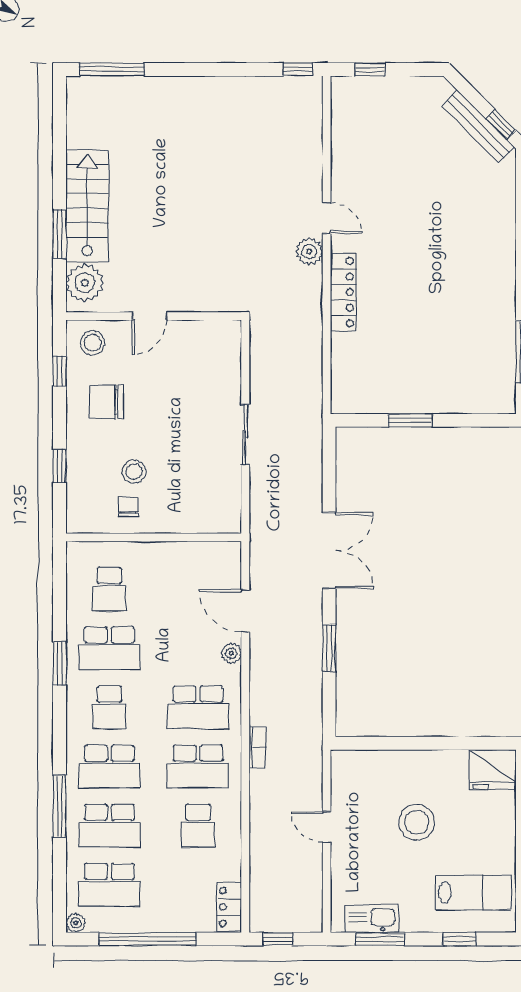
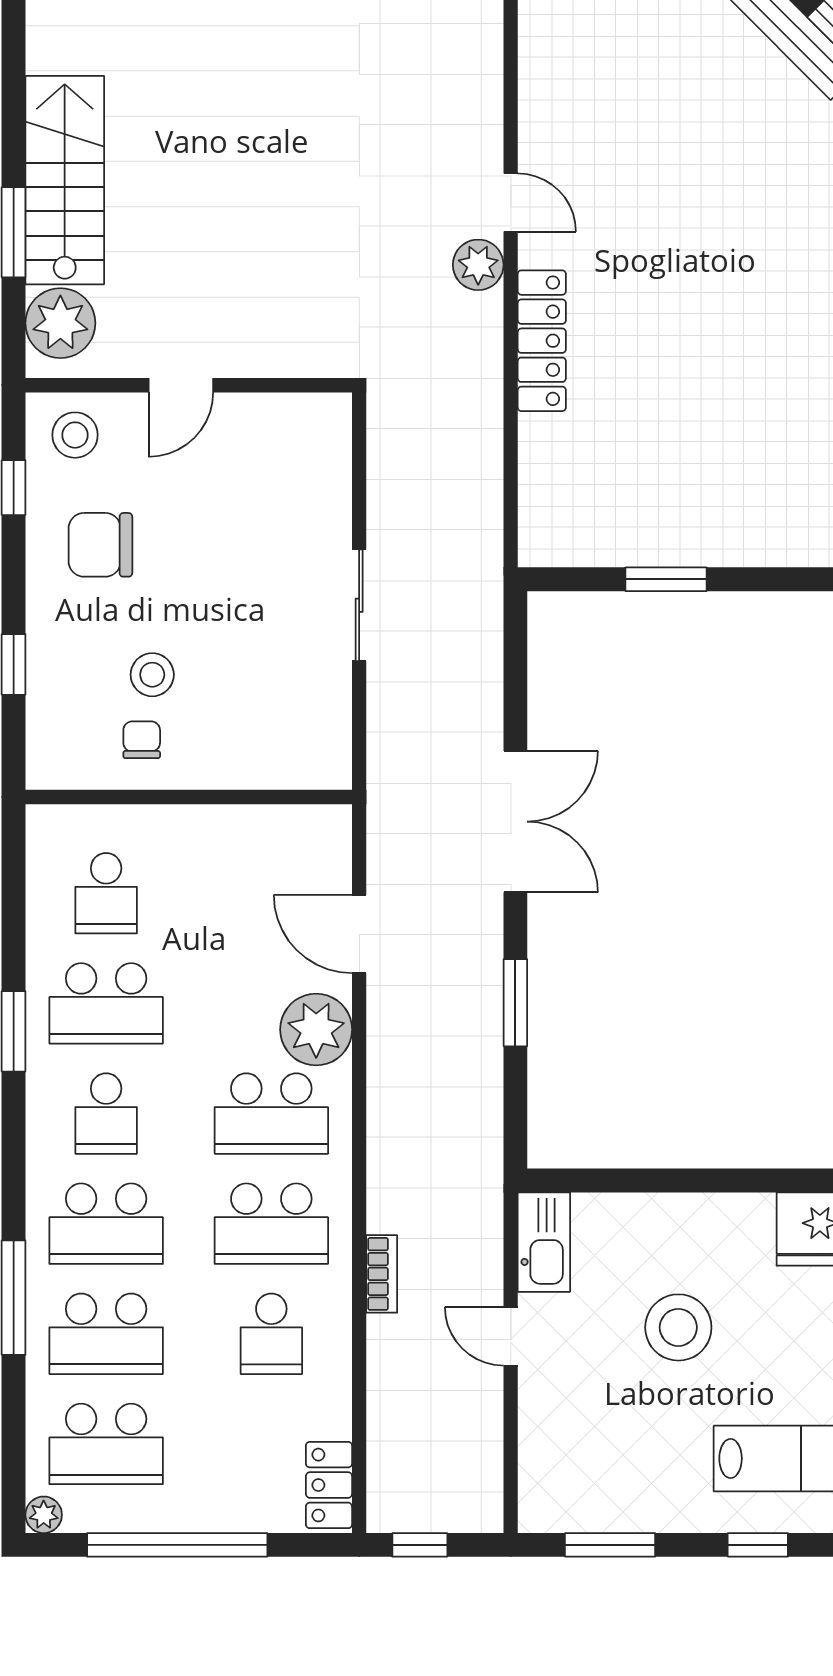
plant: (231, 653) -> (316, 1030), width x1.88, depth x1.88
bookcase: (257, 747) -> (382, 1274), moved
kitchen sink: (372, 919) -> (544, 1242), moved, turned 90

